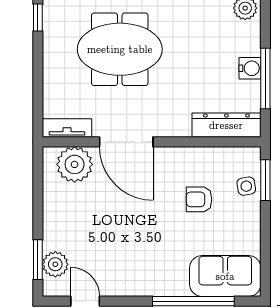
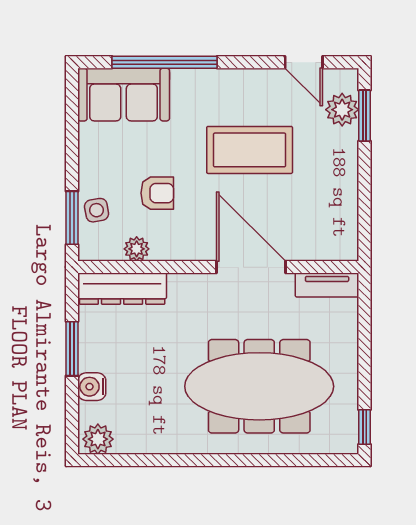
meeting table: (120, 49) -> (259, 386), width x1.36
water cooler: (250, 68) -> (92, 387), moved
window: (265, 78) -> (72, 349), width x0.69
plant: (75, 164) -> (137, 249), moved, width x0.53, depth x0.53
coffee table: (127, 233) -> (250, 150), added

